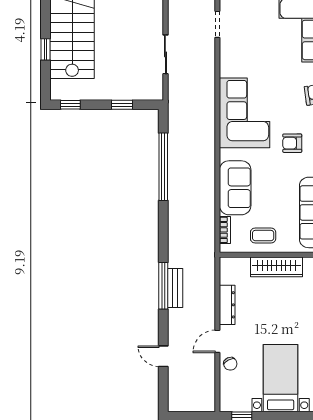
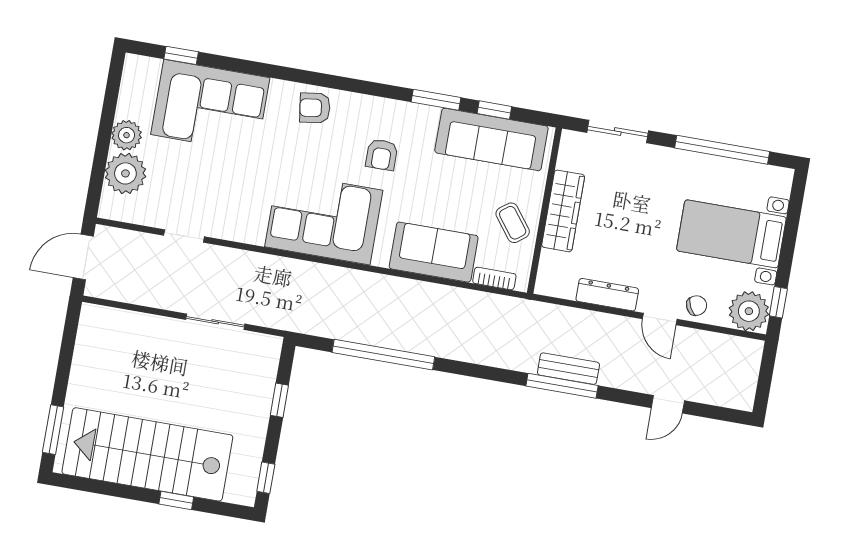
coffee table: (263, 236) -> (513, 223), turned -37
plant: (233, 398) -> (749, 311), added

